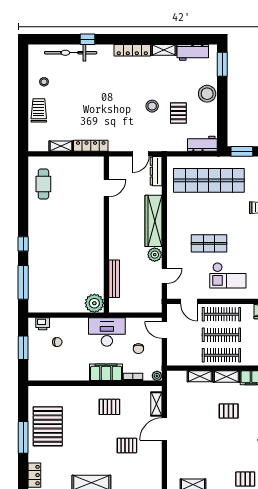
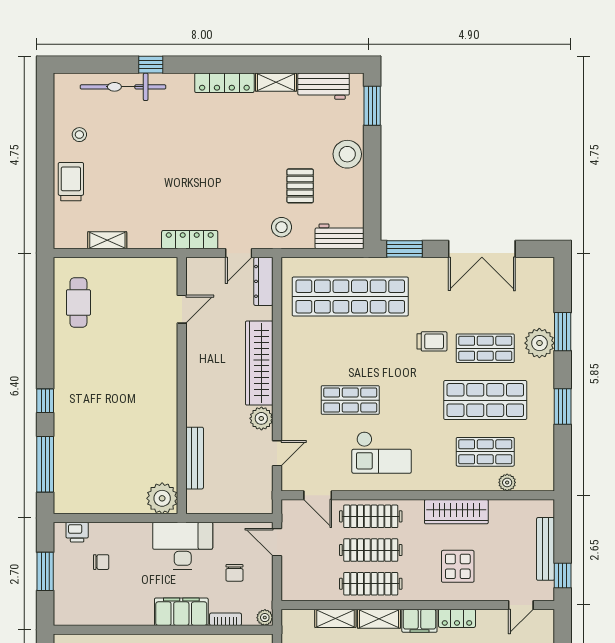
stool: (152, 106) -> (282, 227), moved
locker: (91, 146) -> (190, 240), moved

